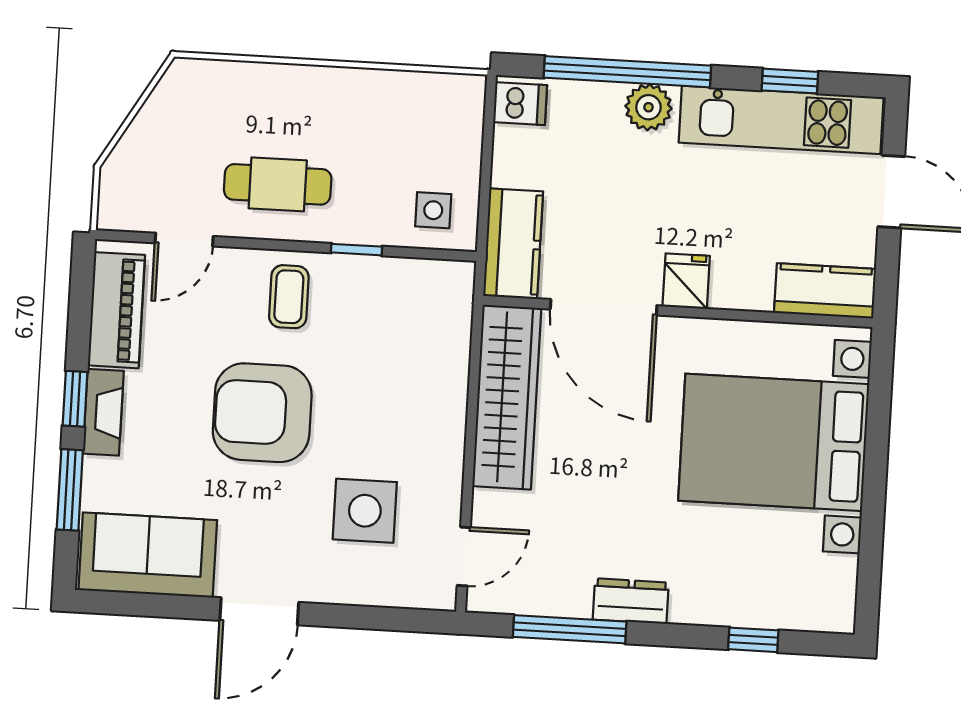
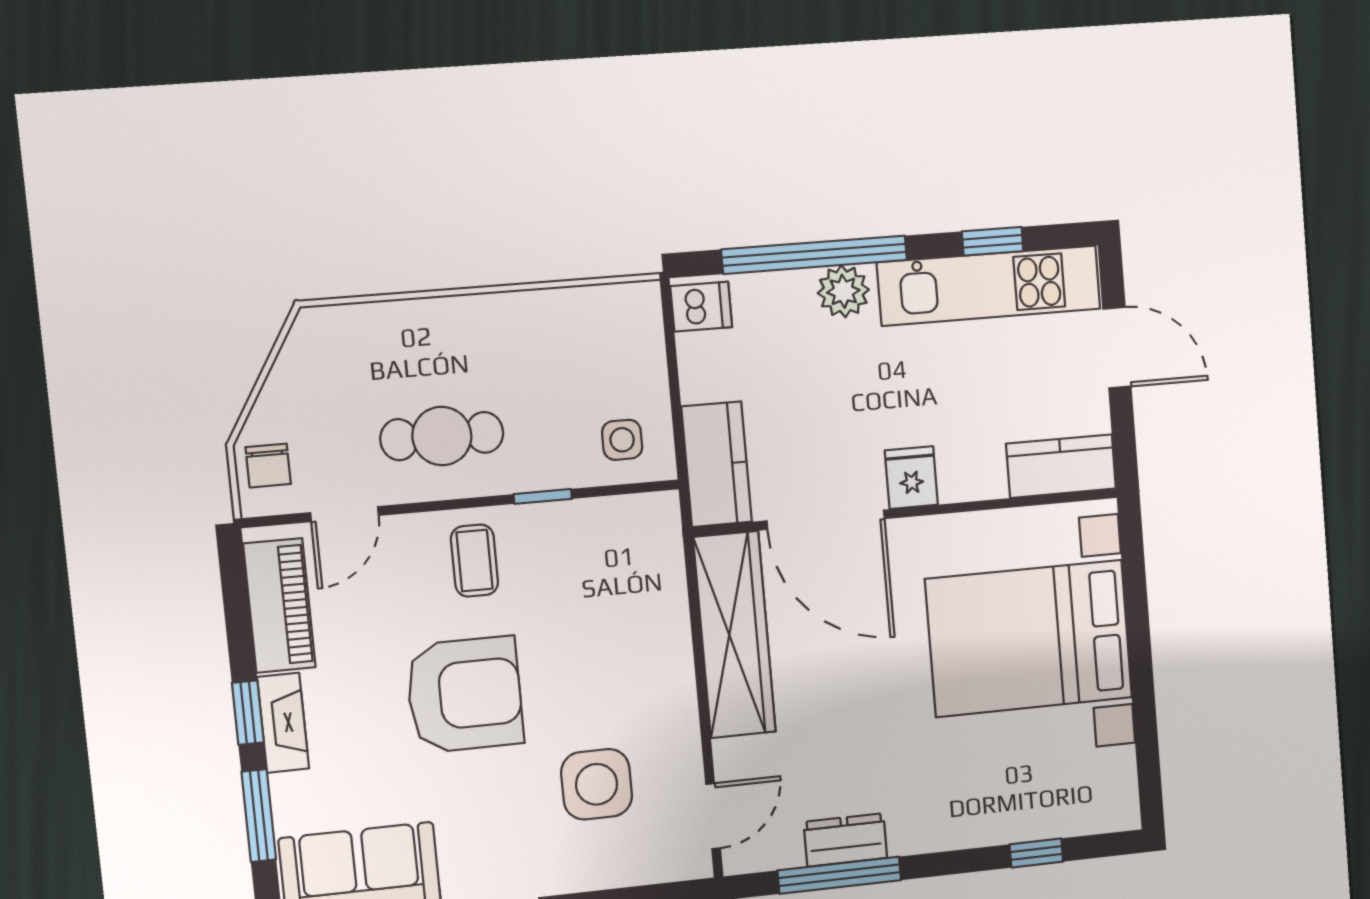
chair: (126, 188) -> (268, 466), added
armchair: (262, 413) -> (465, 695), turned 180
dresser: (631, 601) -> (845, 840), moved

